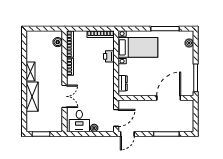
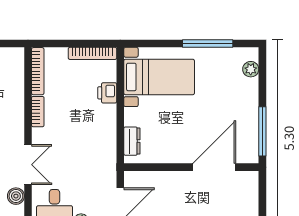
boiler: (58, 42) -> (16, 196), moved

